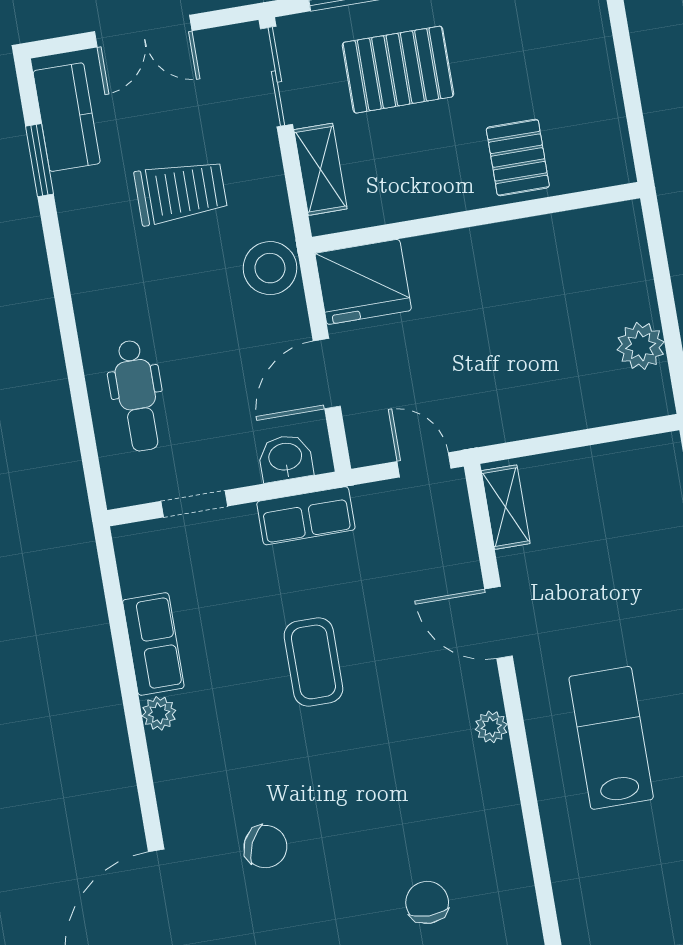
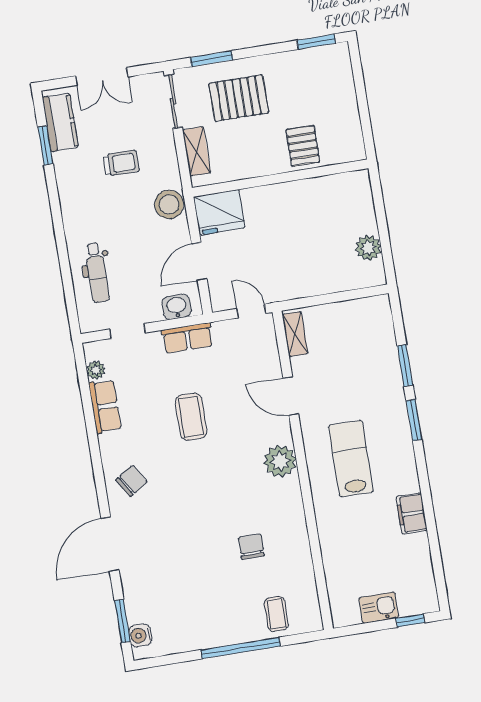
trolley: (181, 192) -> (121, 163), width x0.73, depth x0.72
plant: (159, 713) -> (96, 370), moved
plant: (491, 727) -> (280, 461), width x1.88, depth x1.88
chair: (265, 847) -> (131, 481), moved, turned -57

